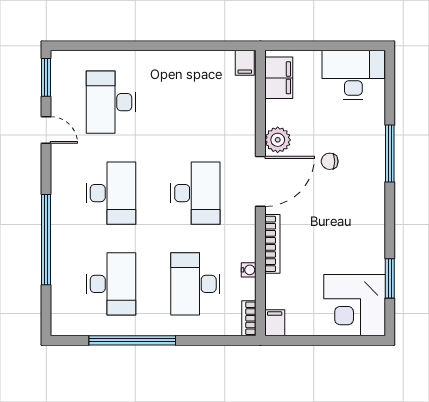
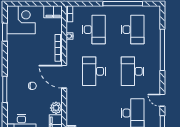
plant: (278, 140) -> (56, 108), moved
door: (260, 181) -> (64, 77), hinge flipped
desk: (111, 284) -> (133, 30), turned 180
filing cabinet: (275, 323) -> (53, 12), width x2.00

